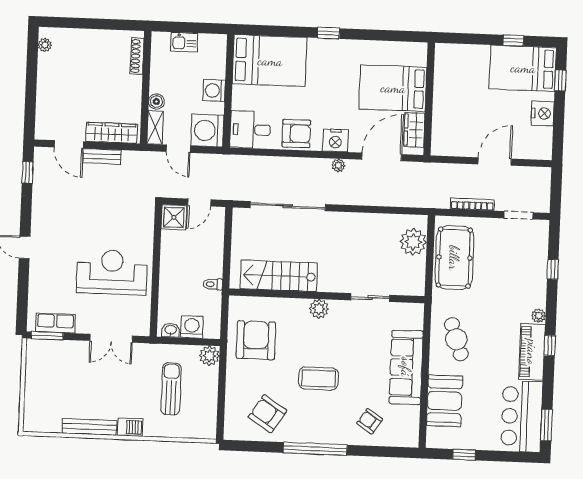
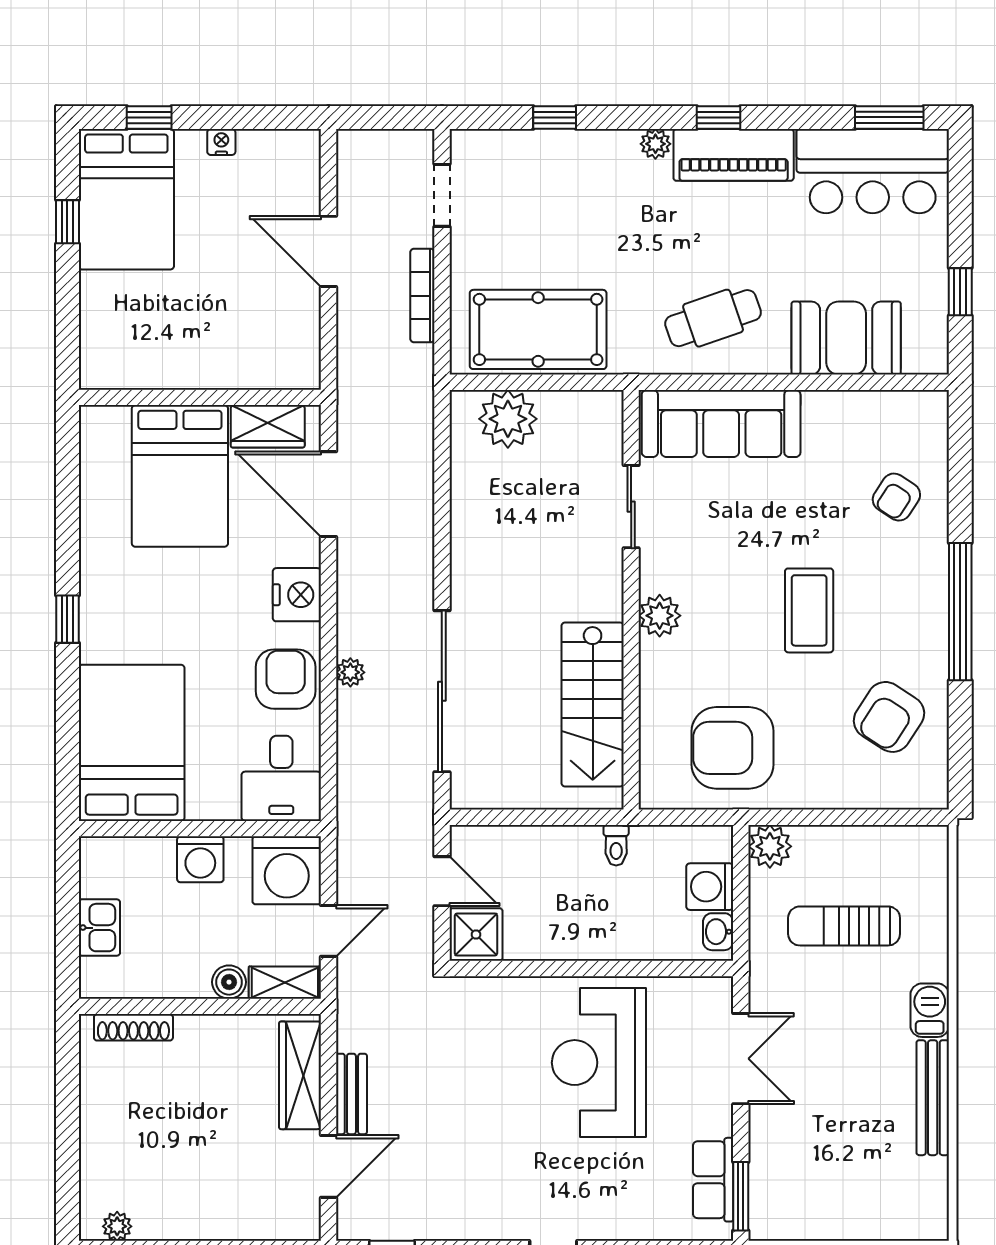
nightstand: (543, 113) -> (221, 142), width x0.53, depth x0.56
plant: (338, 165) -> (350, 672), moved
sofa: (406, 367) -> (721, 423), moved

